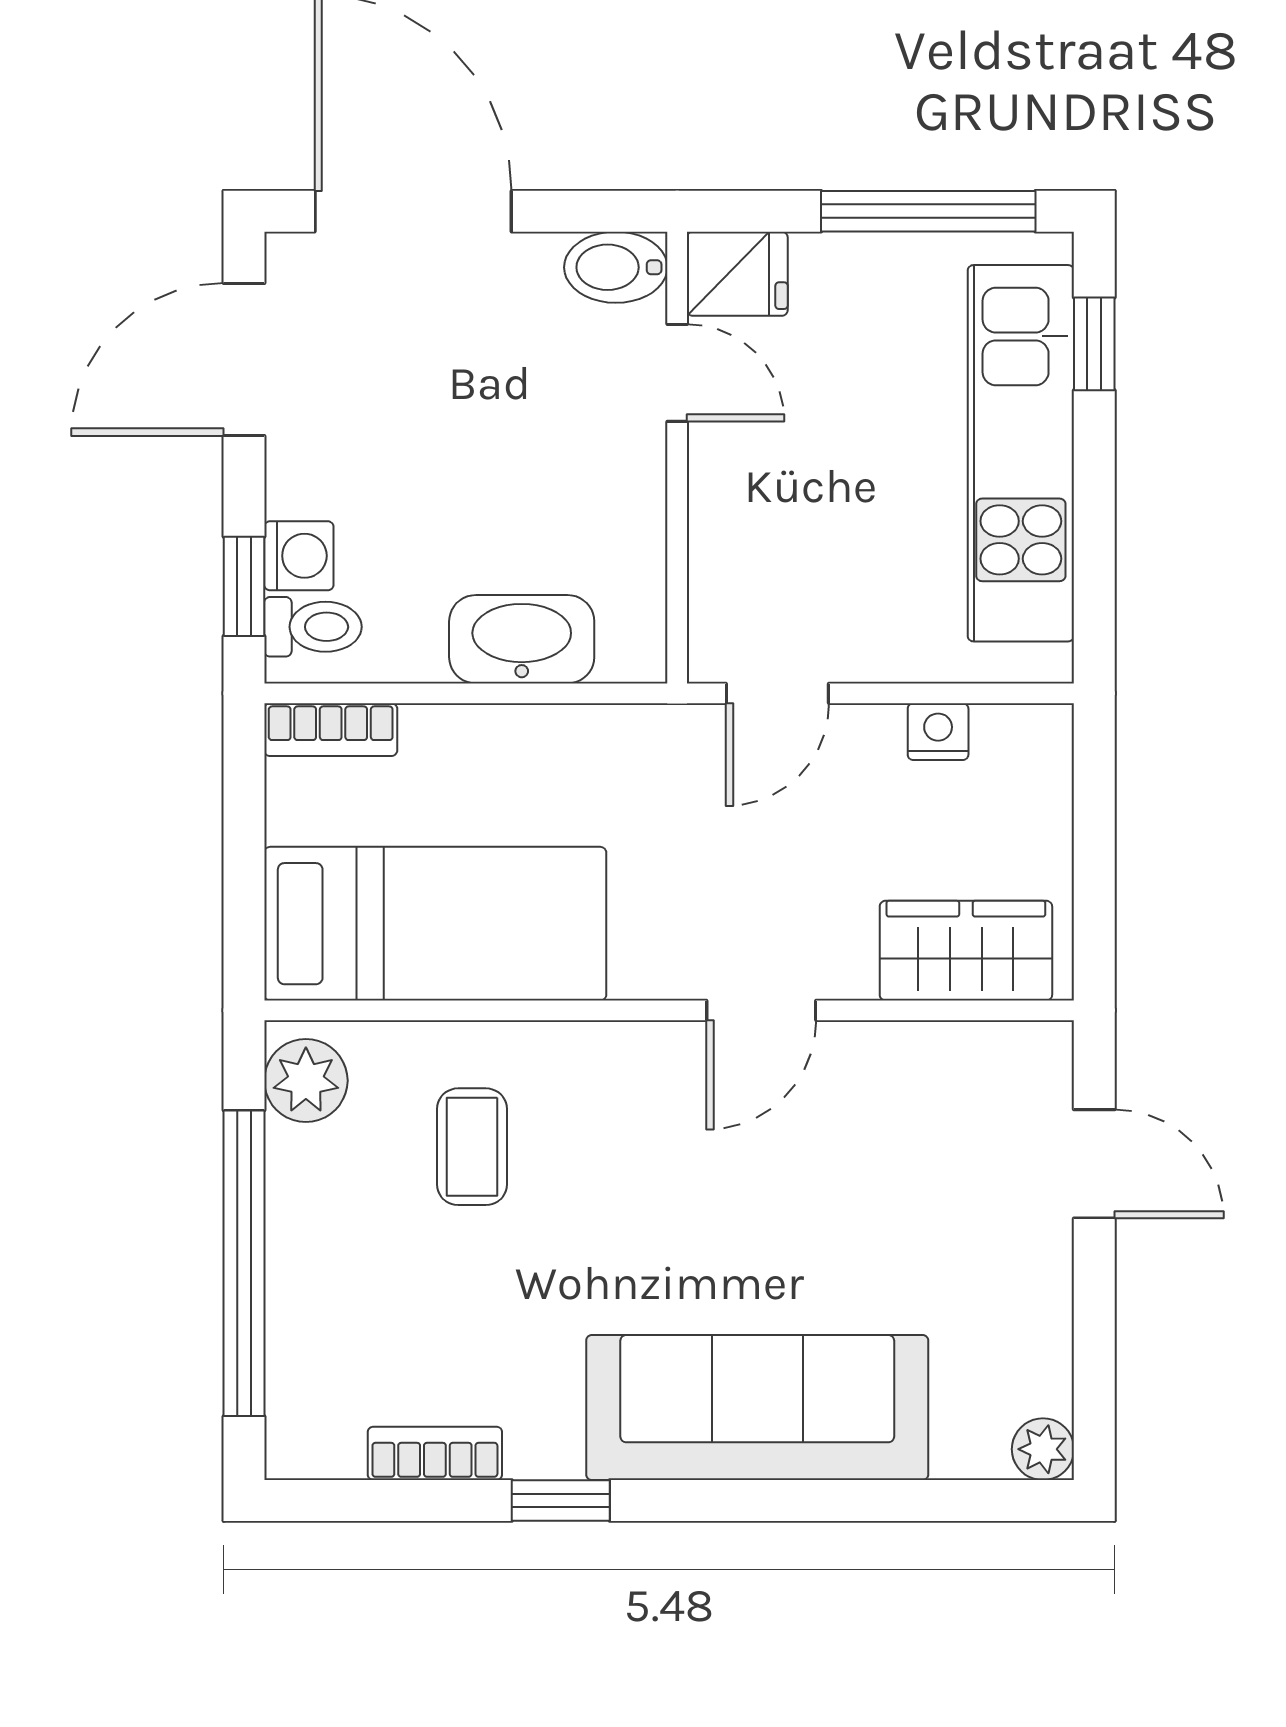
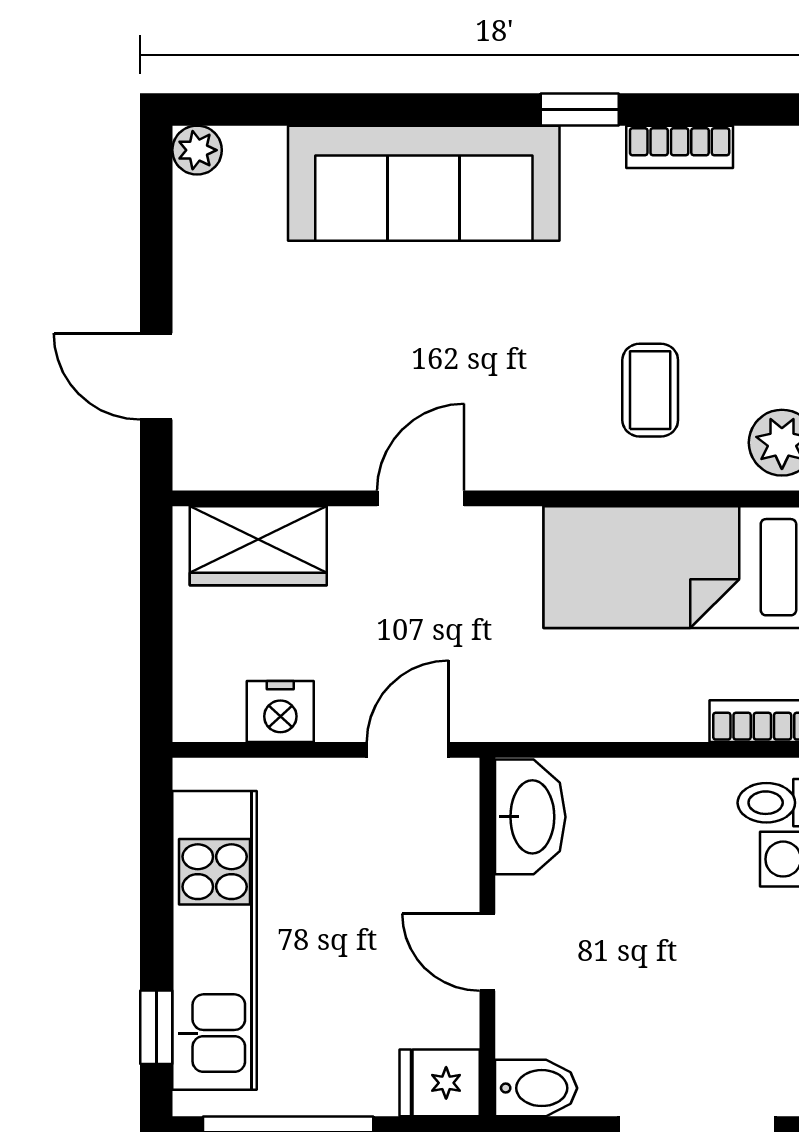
door: (677, 373) -> (487, 952), moved
washbasin: (522, 639) -> (530, 817), moved, turned -90
nightstand: (938, 732) -> (280, 712), width x1.39, depth x1.35

